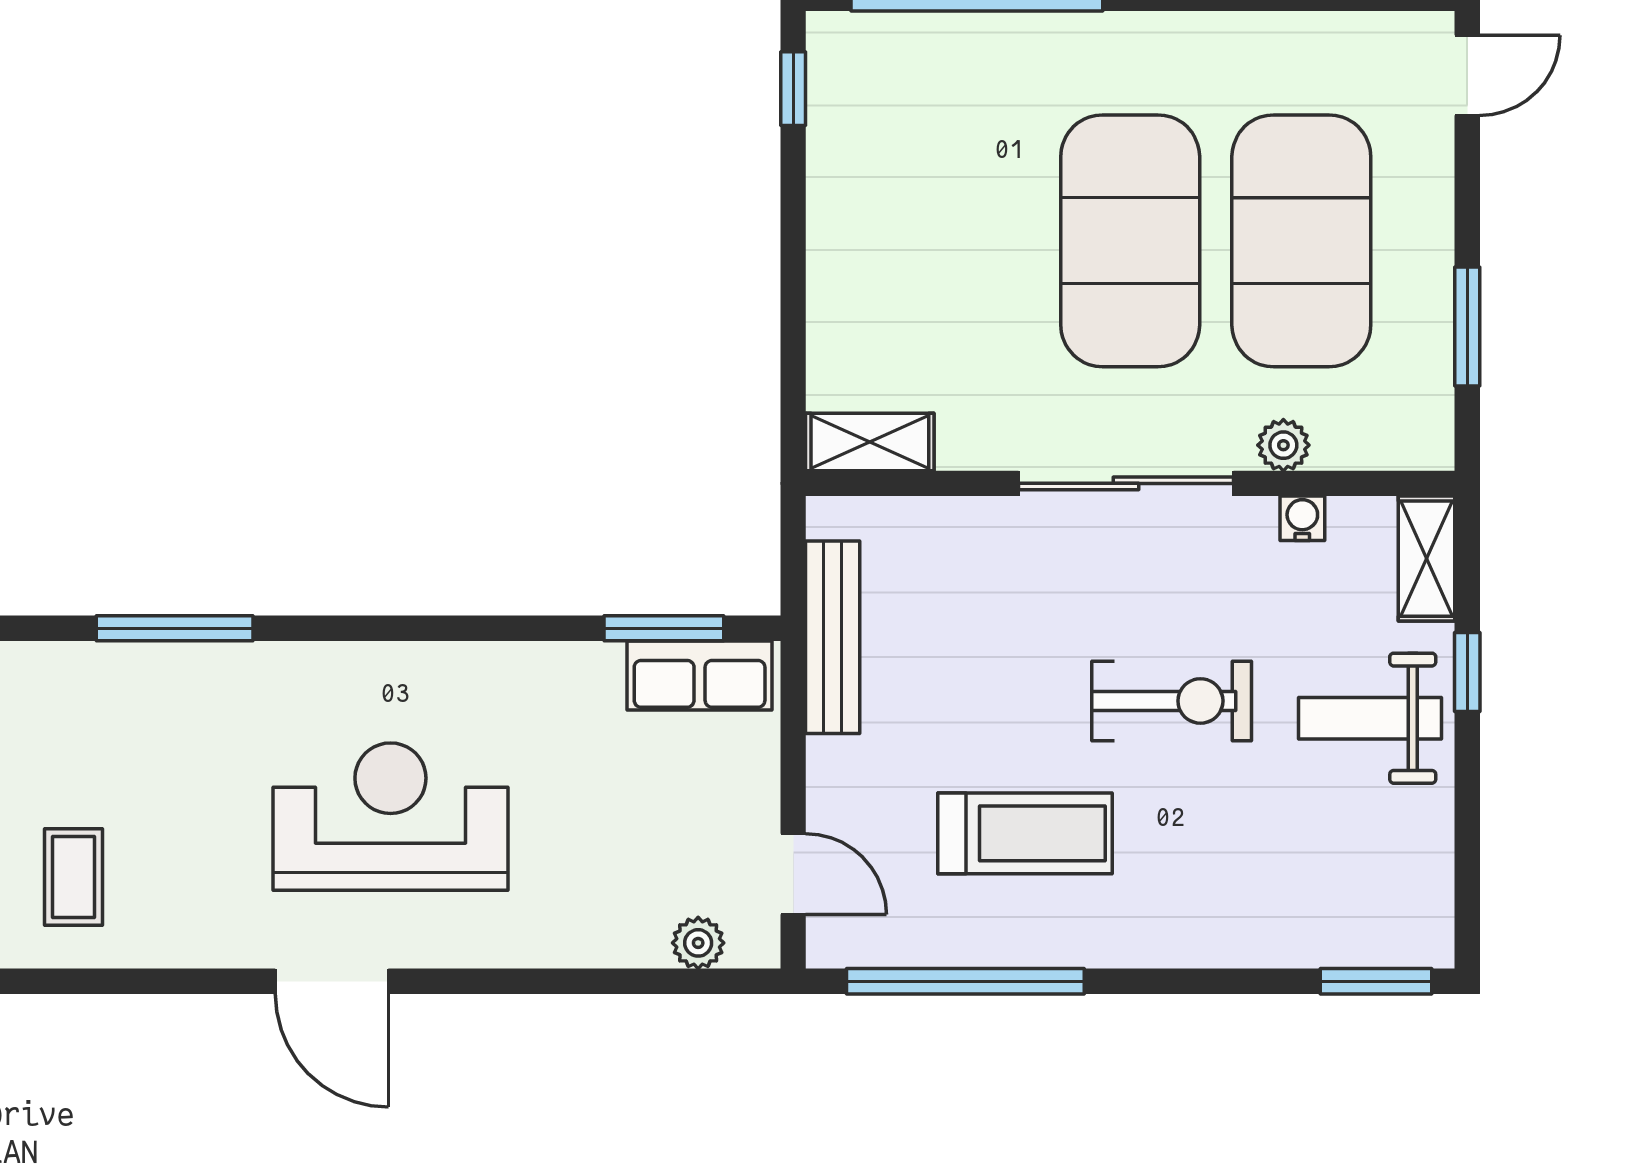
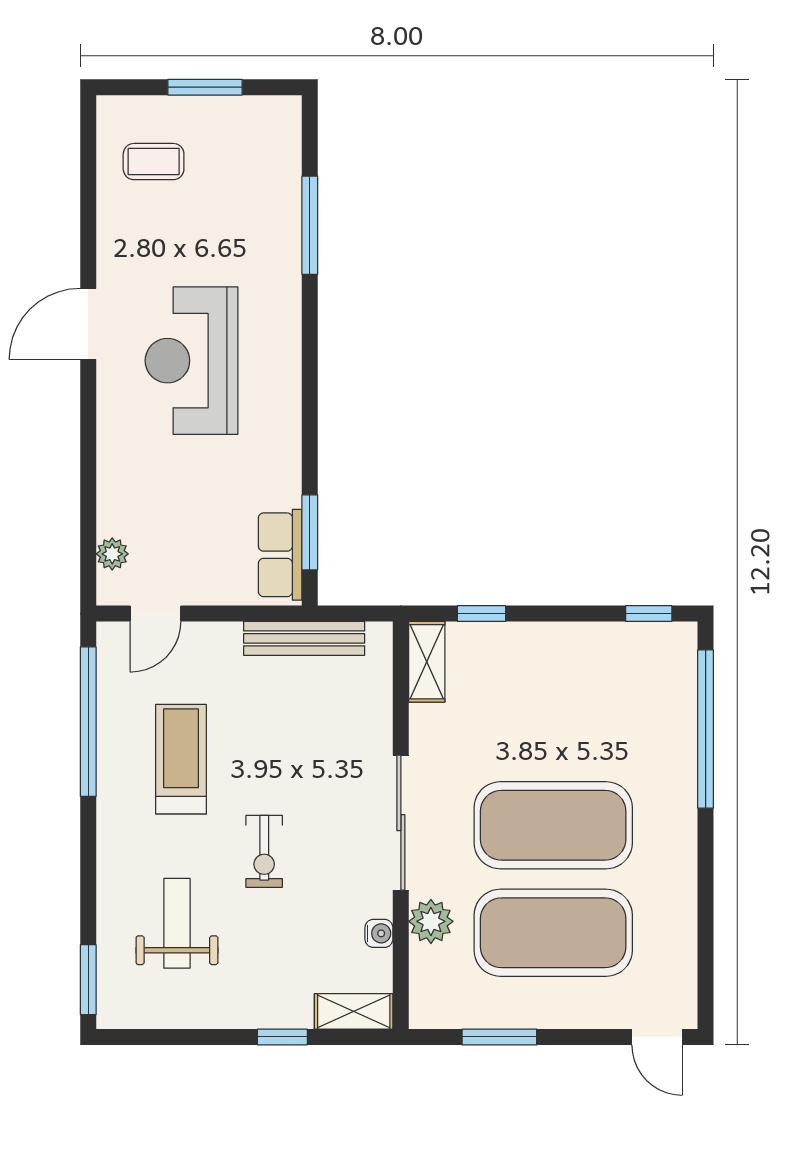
window: (793, 355) -> (481, 614), added
plant: (1283, 445) -> (431, 921), width x1.38, depth x1.38
exercise bike: (1172, 701) -> (264, 851), width x0.73, depth x0.72
weight bench: (1370, 718) -> (177, 923), moved
reception desk: (390, 817) -> (192, 361), turned 180
treadmill: (1025, 833) -> (181, 759), turned 180

